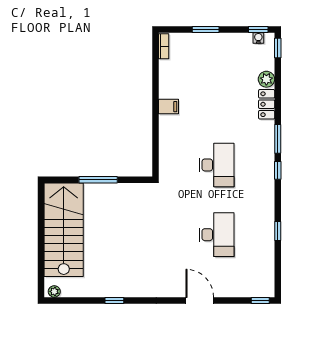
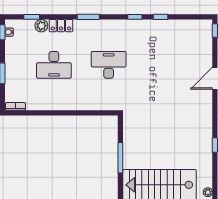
window: (278, 48) -> (32, 17), moved
filing cabinet: (168, 107) -> (63, 103), removed
window: (278, 170) -> (135, 17), moved
desk: (217, 235) -> (54, 65), moved, turned 180

